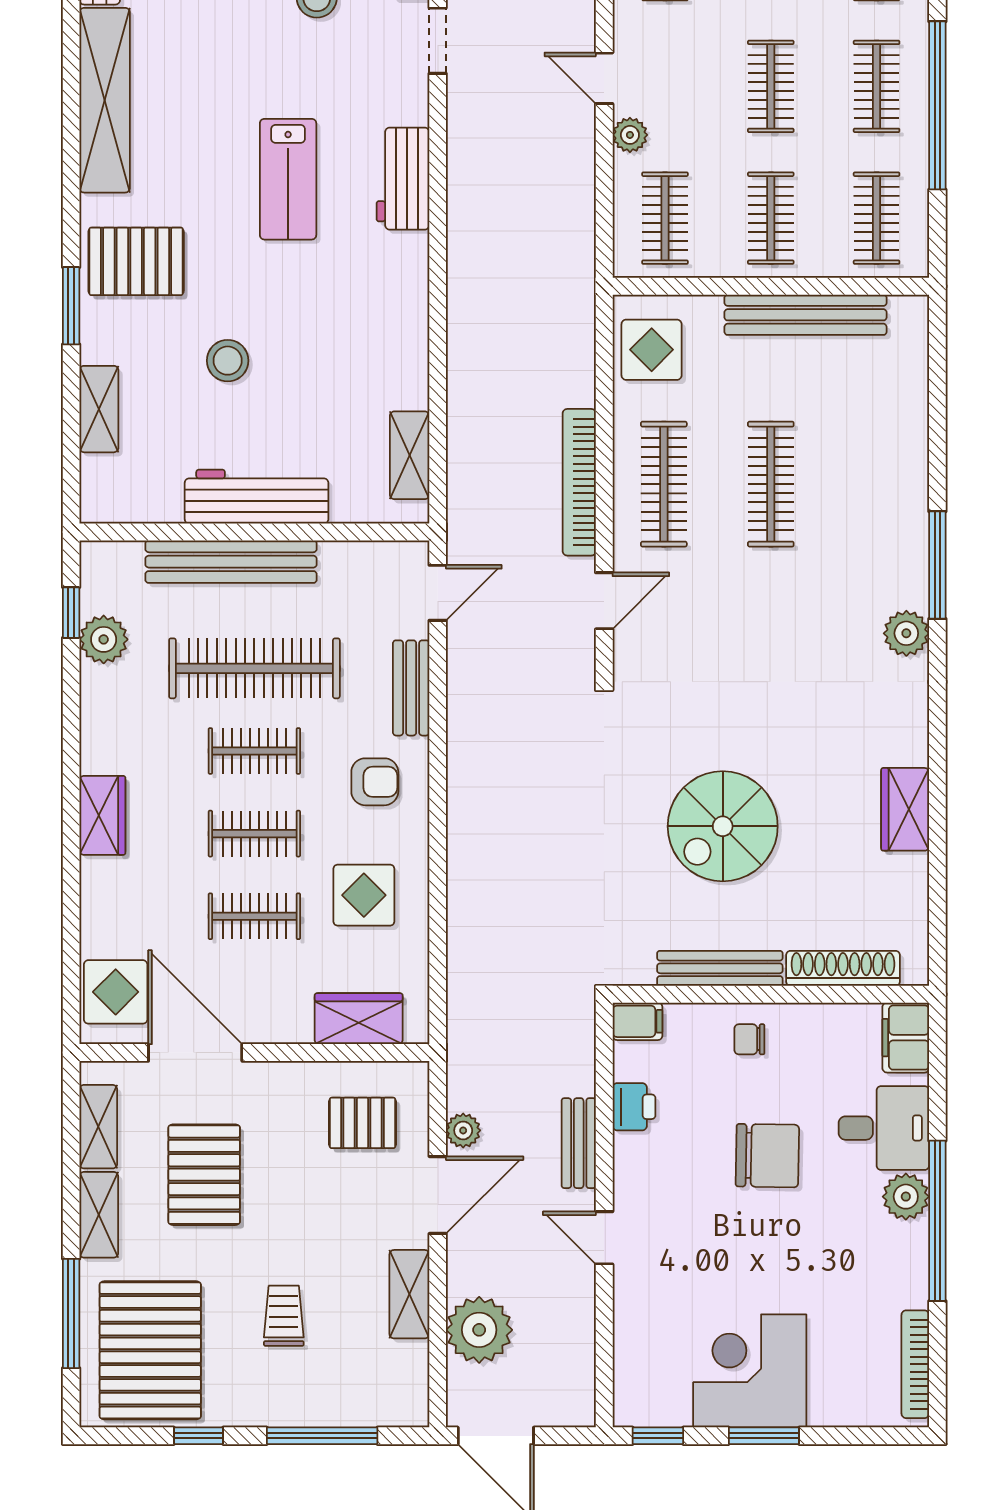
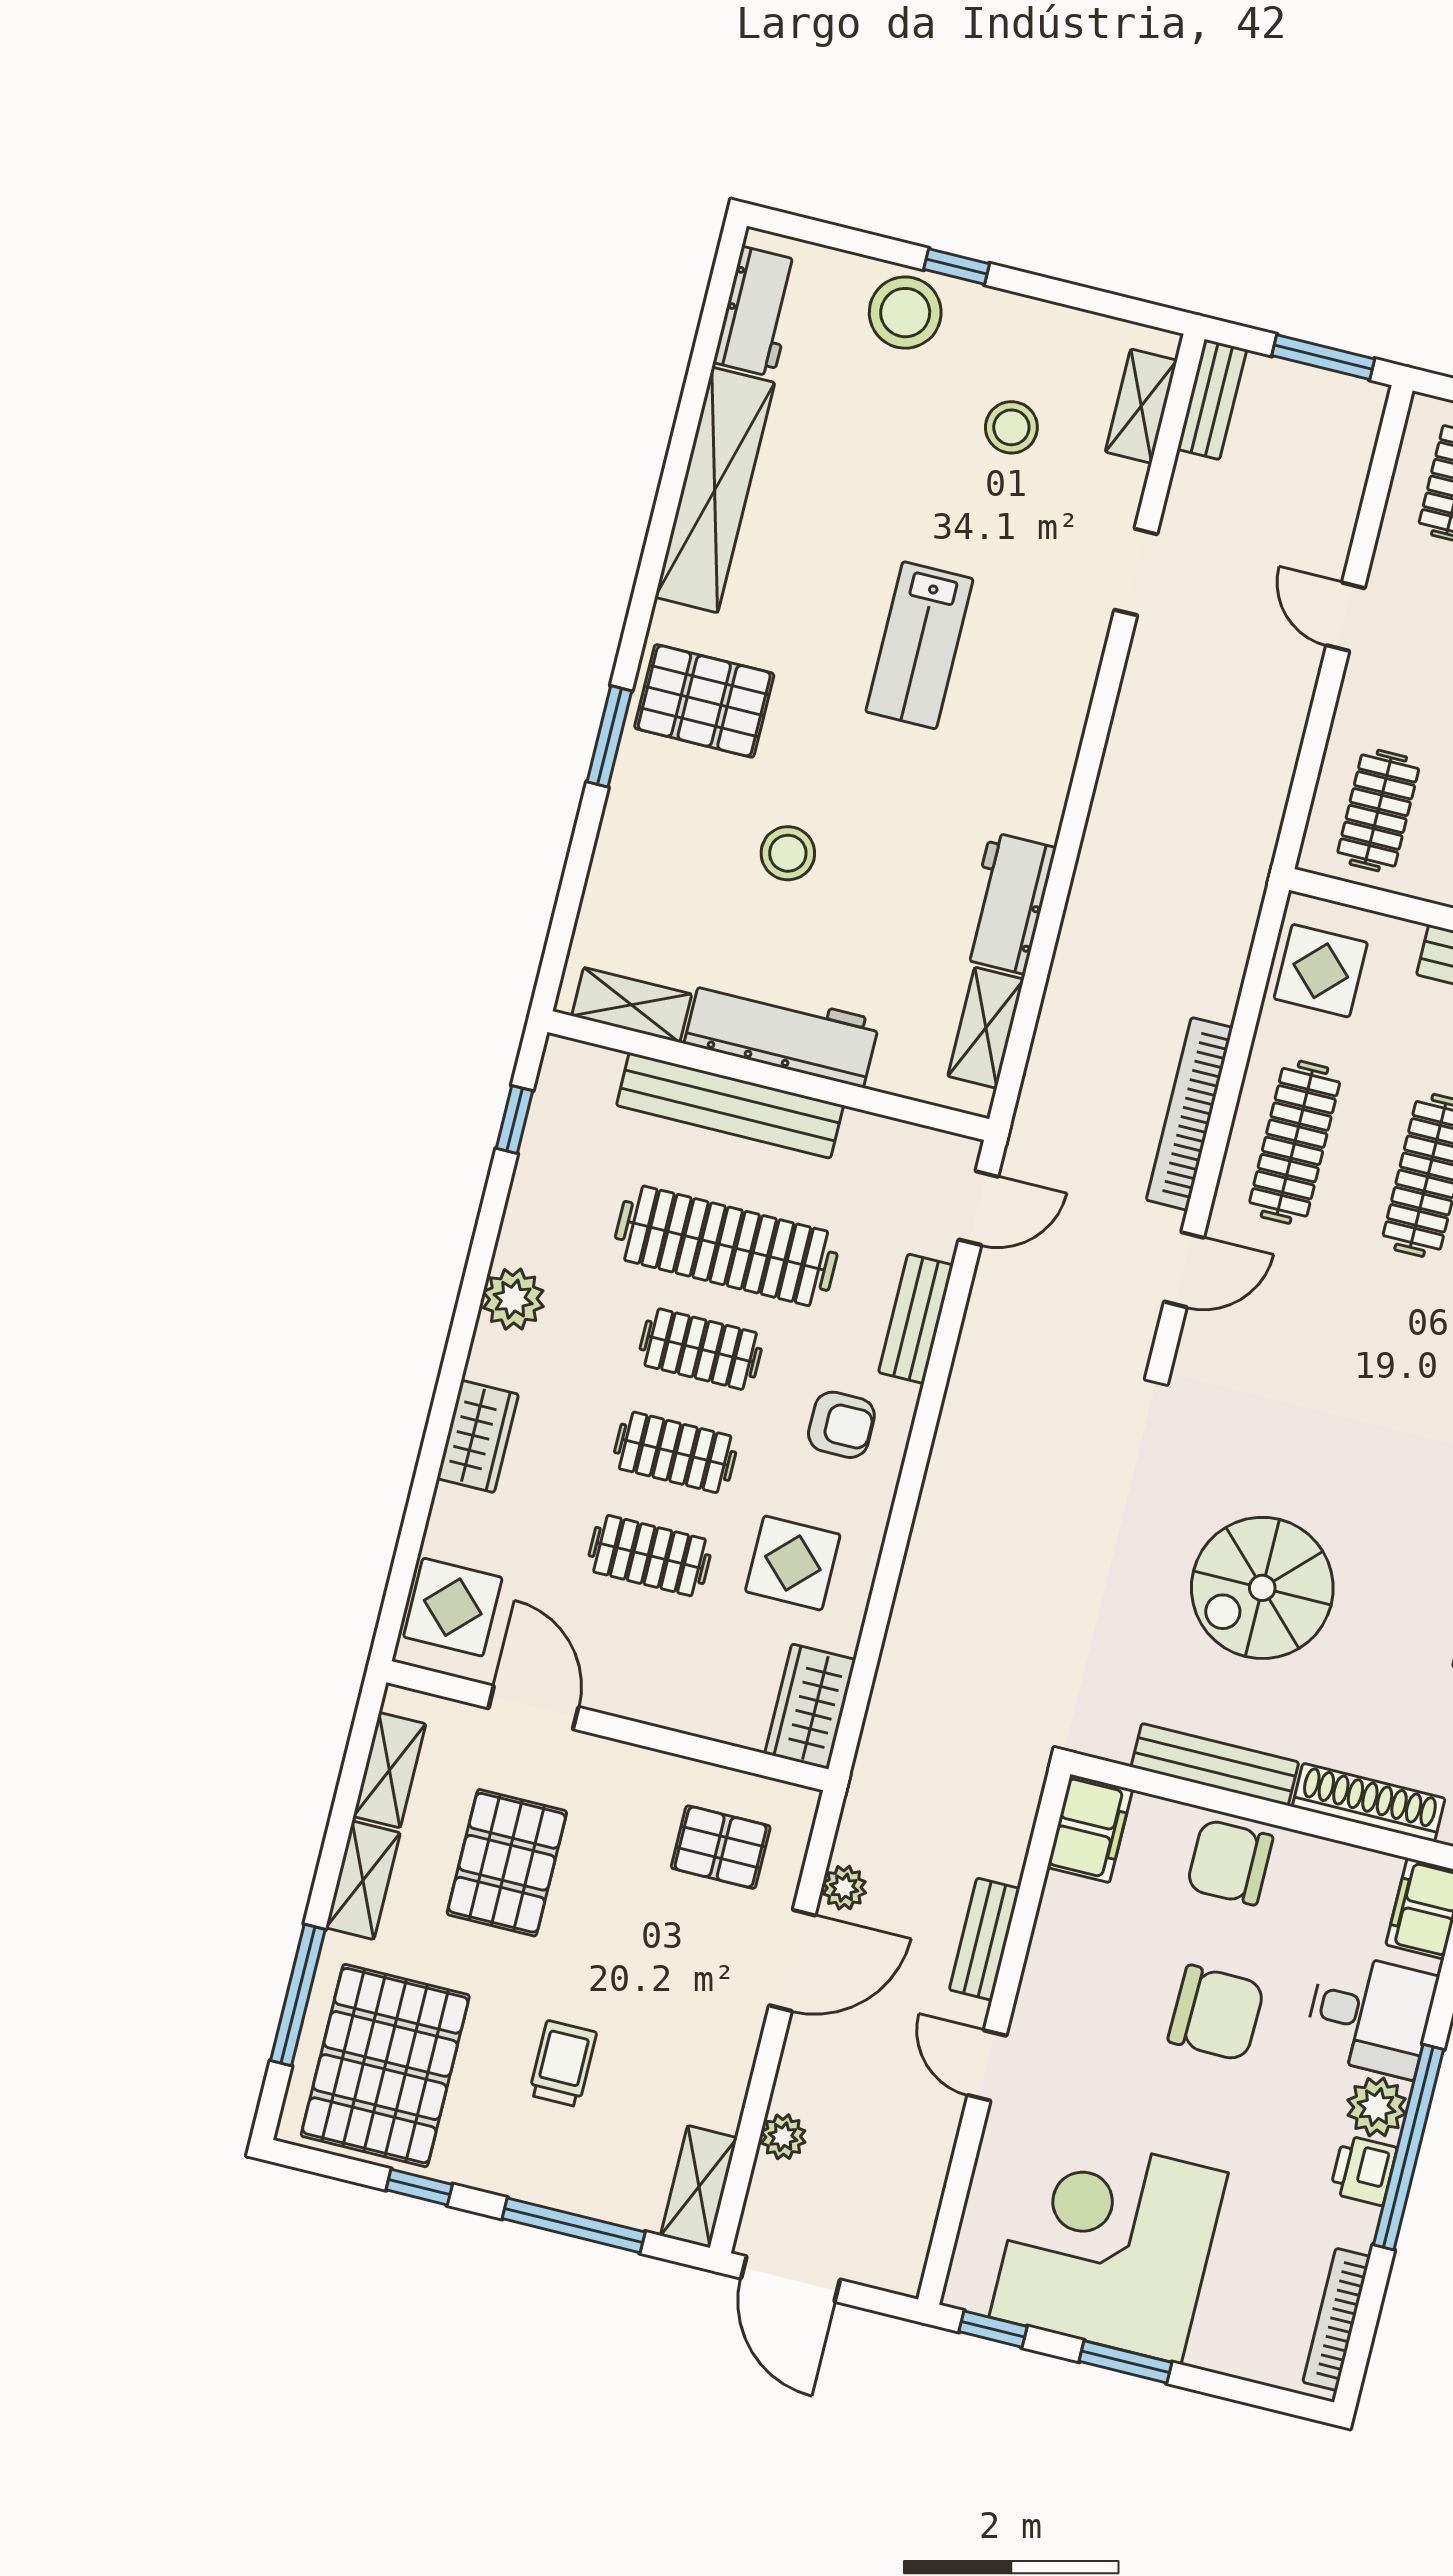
doorway: (438, 41) -> (1136, 572), moved
plant: (630, 135) -> (1360, 696), removed
workbench: (403, 179) -> (1008, 903), moved
shelving: (99, 409) -> (632, 1005), moved, turned 90
plant: (104, 639) -> (513, 1299), moved
wardrobe: (102, 815) -> (478, 1436), moved
wardrobe: (359, 1019) -> (810, 1707), moved, turned -90
filing cabinet: (637, 1021) -> (1090, 1829), width x2.00
chair: (749, 1039) -> (1230, 1862), width x1.87, depth x1.87
door: (195, 1053) -> (533, 1708), width x0.73
printer: (634, 1107) -> (1363, 2170), moved, turned 180
shelving: (409, 1294) -> (699, 2187), moved
plant: (479, 1330) -> (783, 2137), width x0.53, depth x0.53
corner desk: (750, 1371) -> (1109, 2245), width x1.36, depth x1.36

